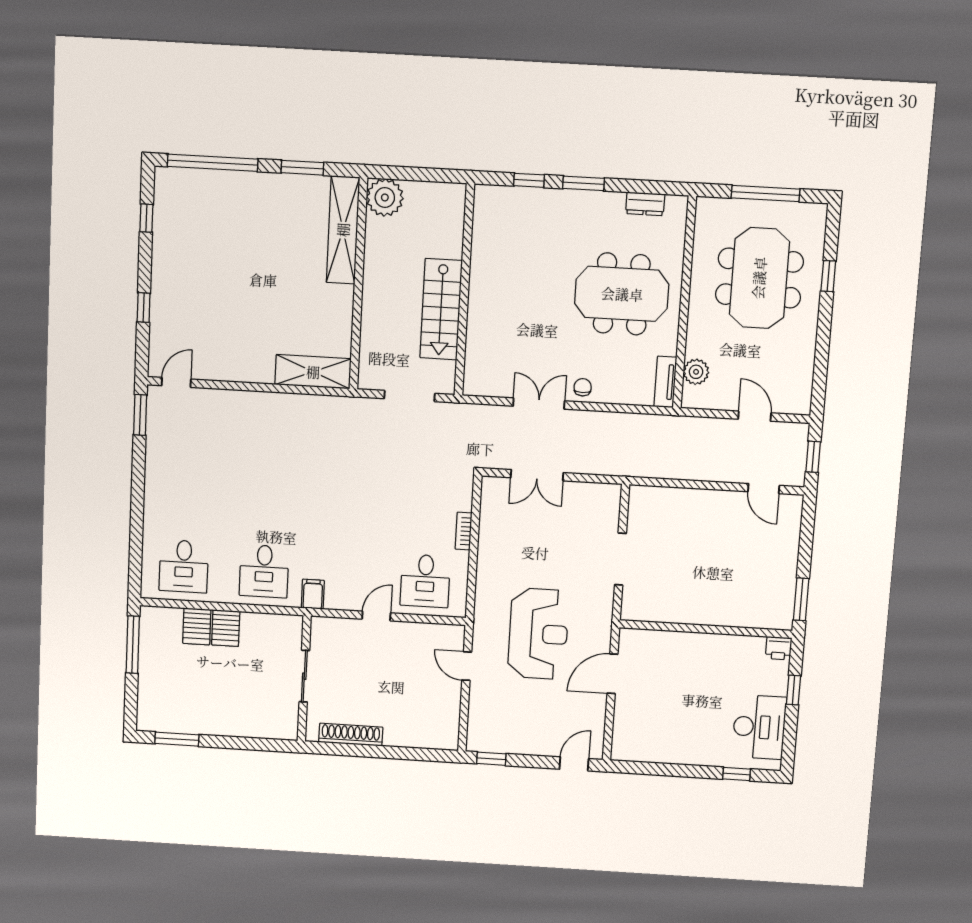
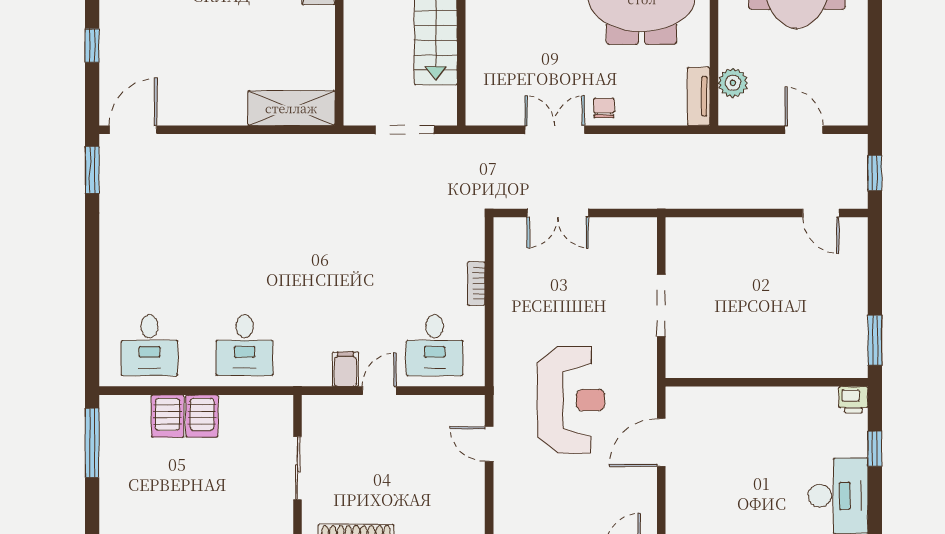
door: (176, 382) -> (133, 130), width x1.38
filing cabinet: (313, 594) -> (345, 369), moved

